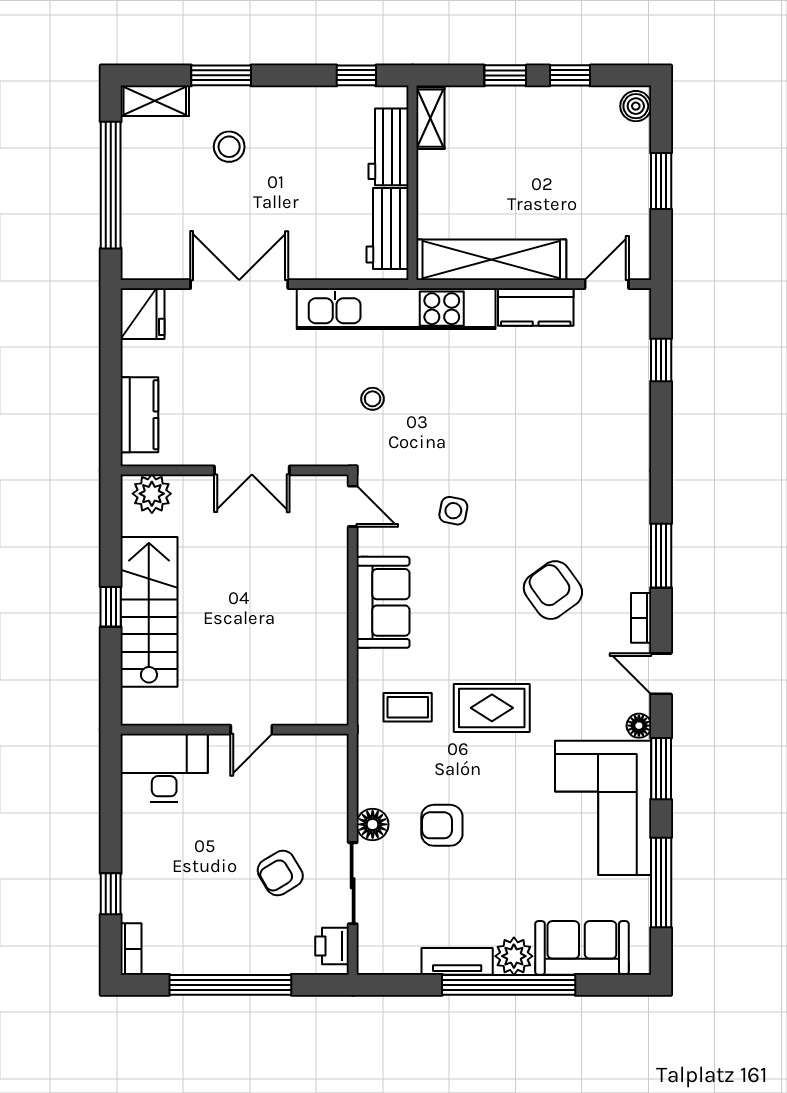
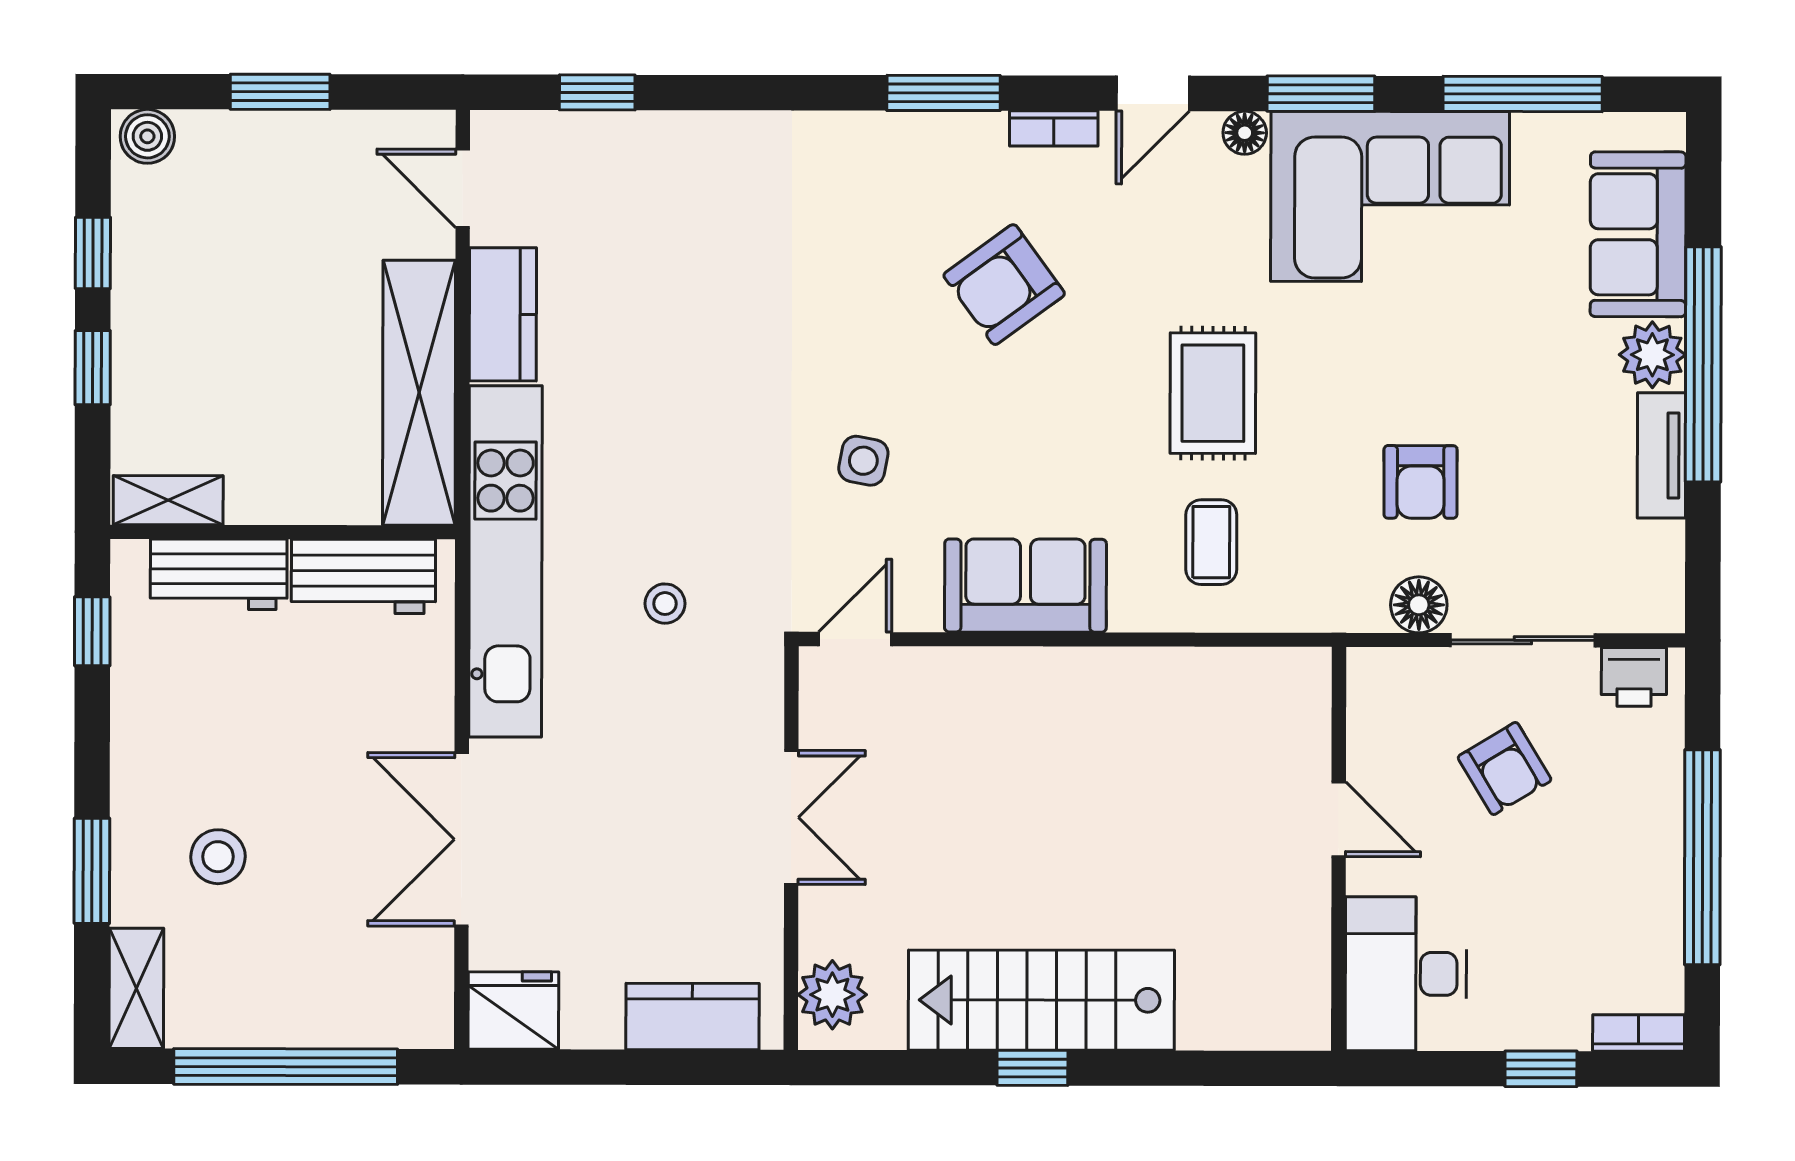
wall: (235, 730) -> (1339, 849), moved
door: (251, 730) -> (1339, 819), moved
desk: (164, 768) -> (1406, 974), moved

